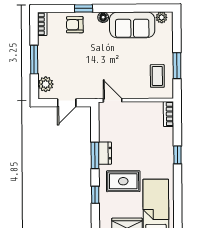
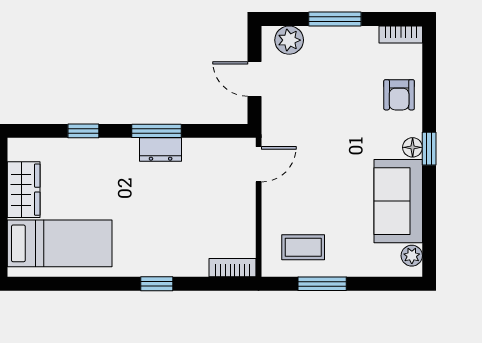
window: (84, 8) -> (429, 149), moved
armchair: (75, 25) -> (399, 95), turned 180
rug: (123, 181) -> (108, 183), removed

